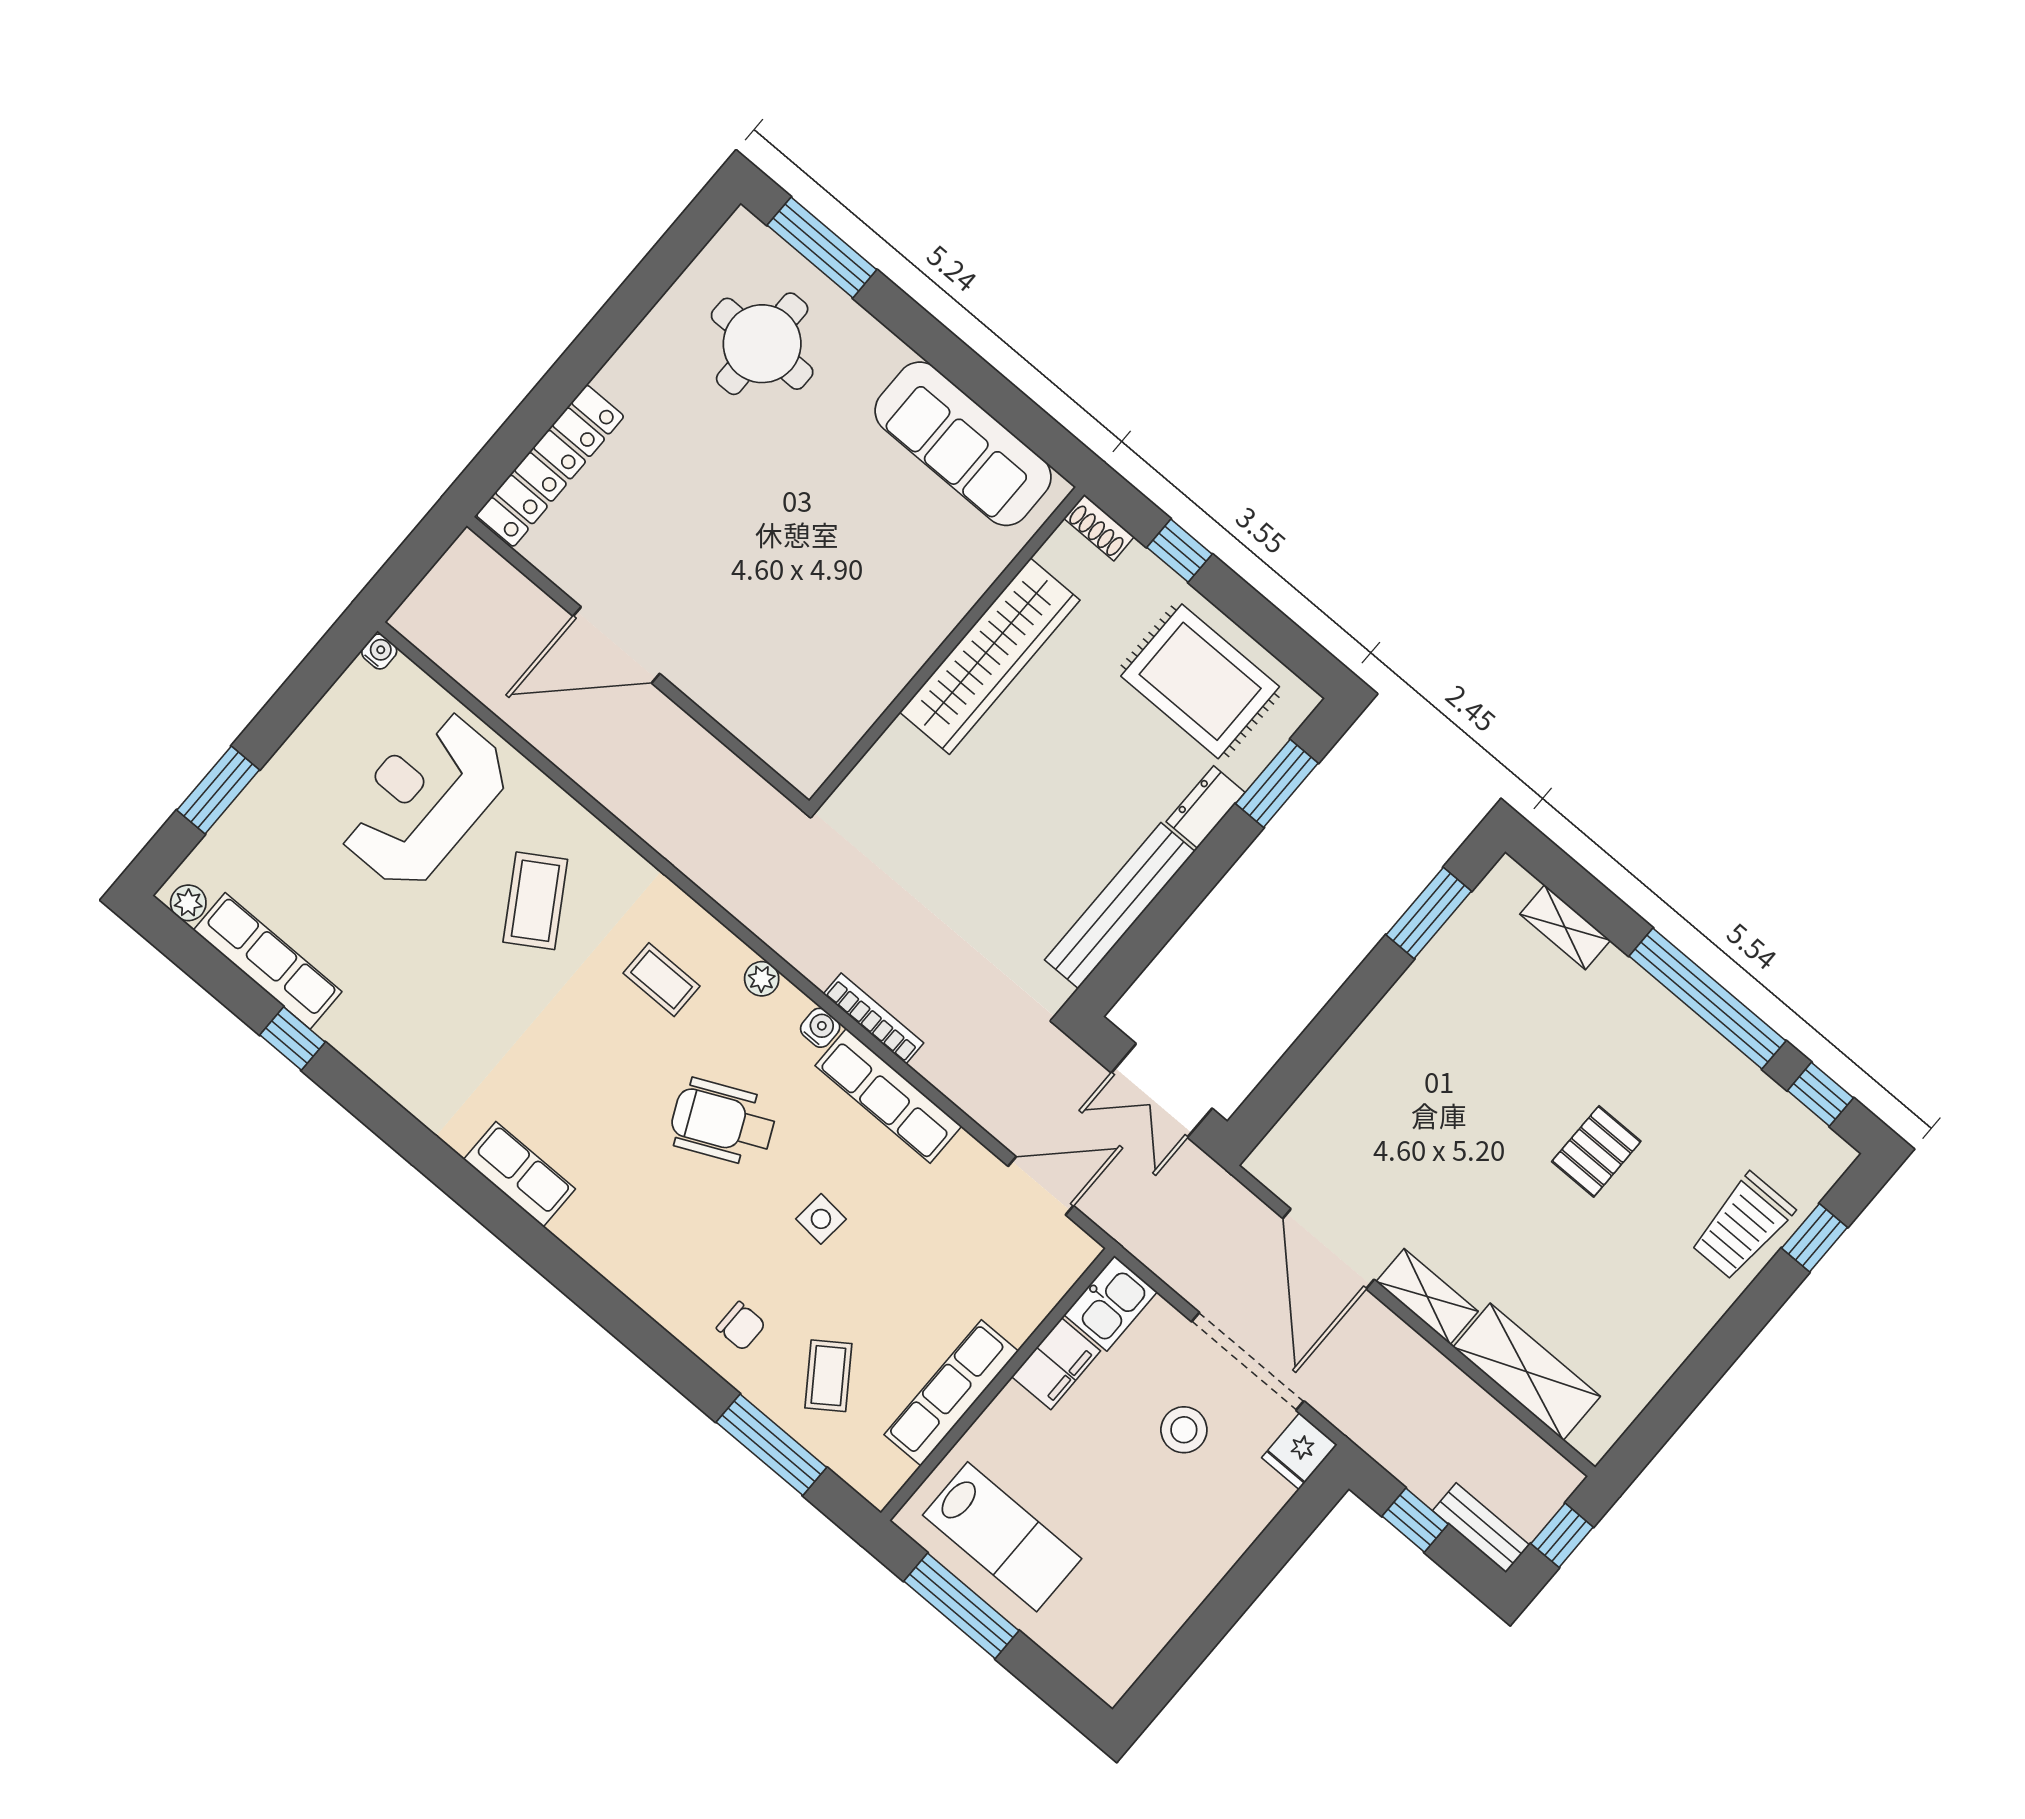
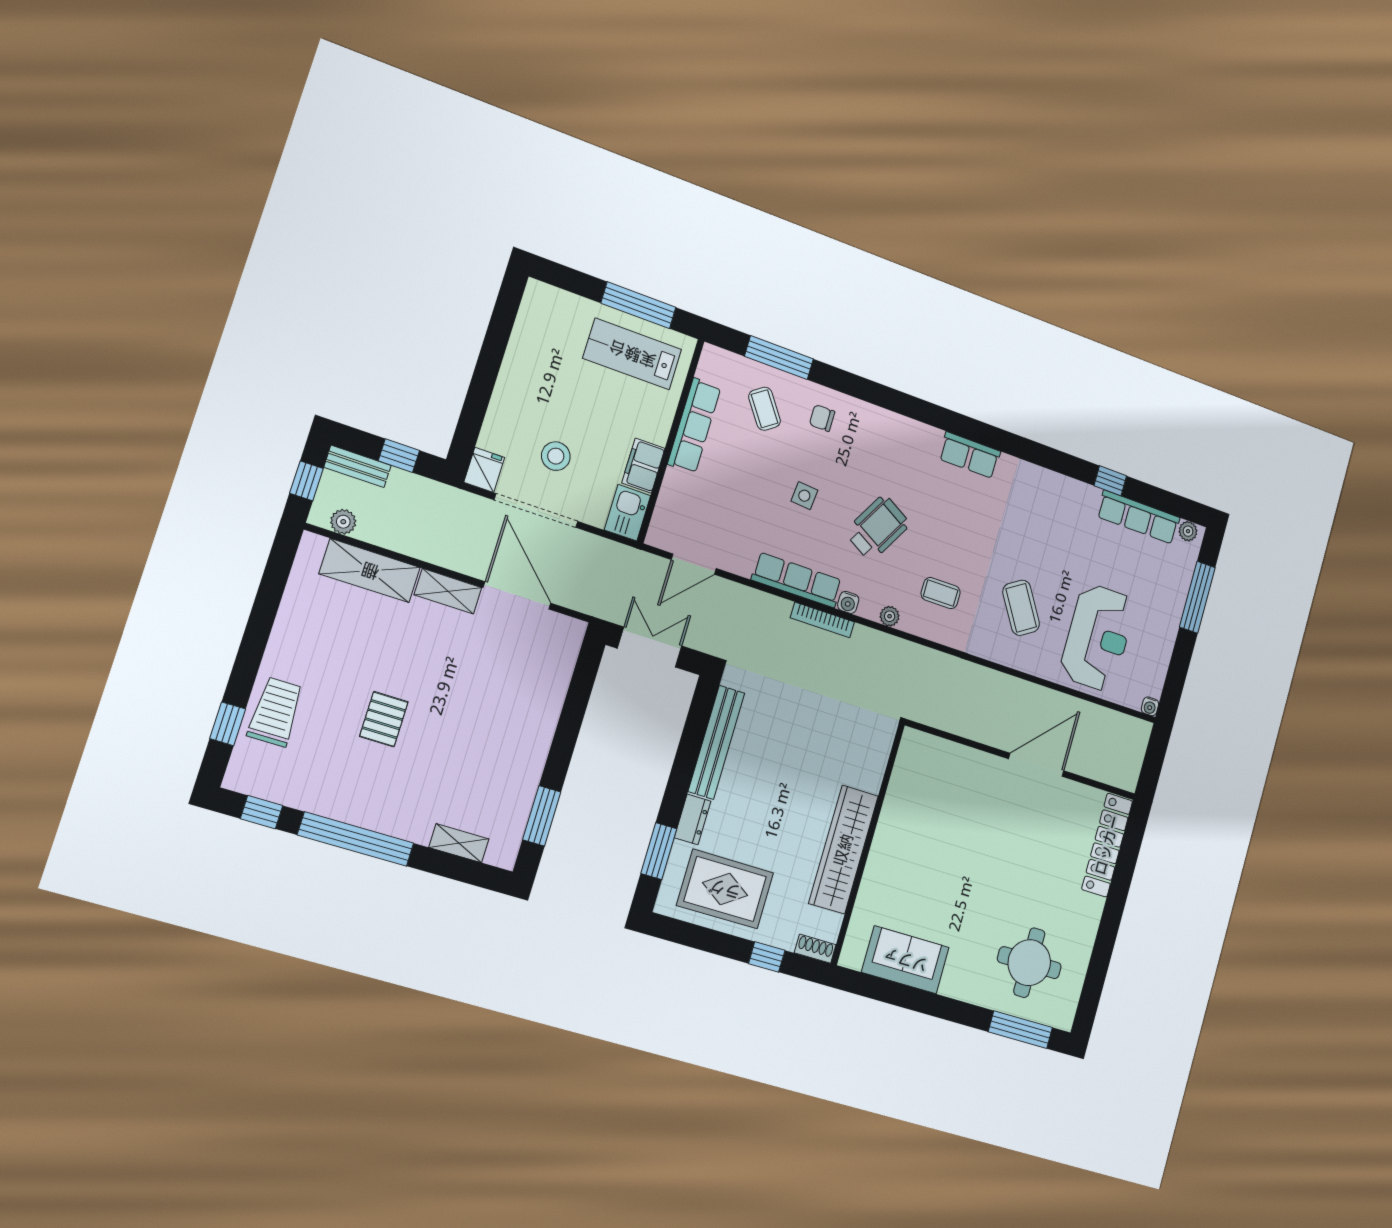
sofa: (963, 444) -> (905, 960), width x0.73
window: (218, 790) -> (1197, 597), width x1.44
wheelchair: (723, 1122) -> (877, 528), turned -35
plant: (1535, 1457) -> (343, 522), added

